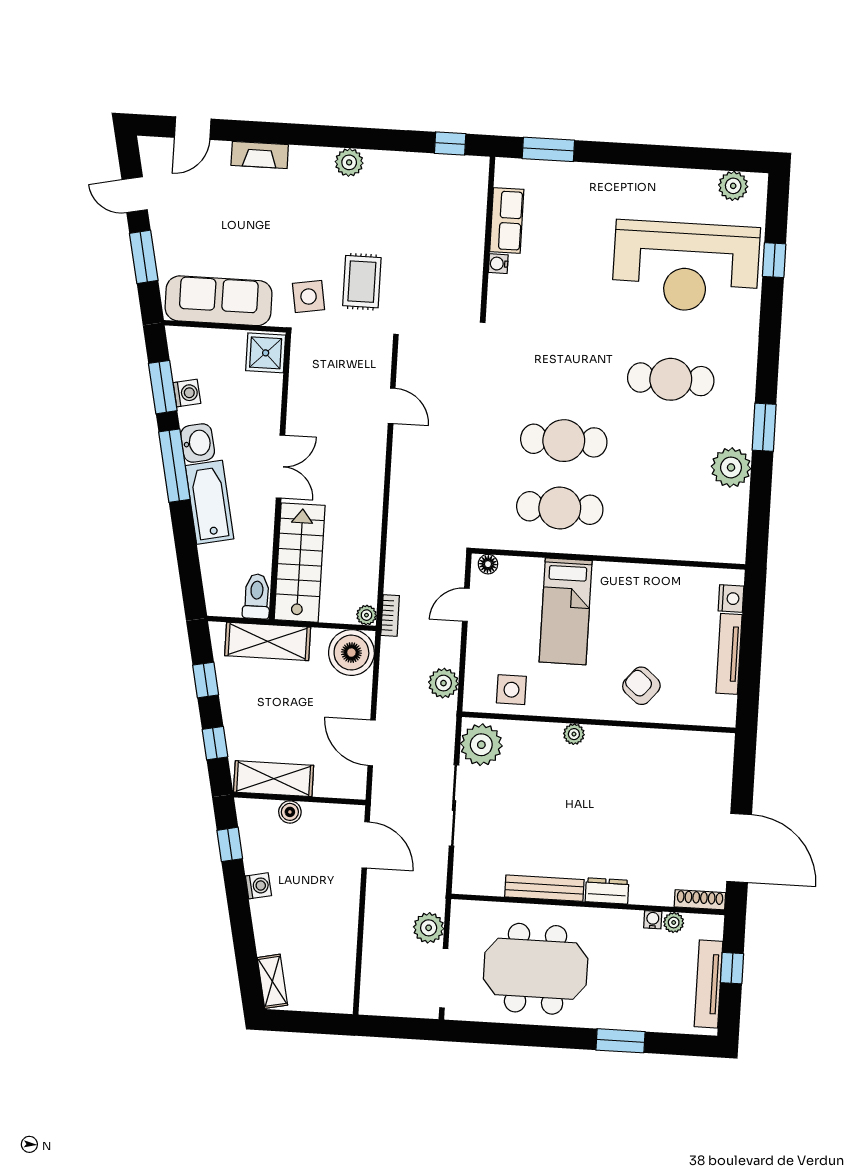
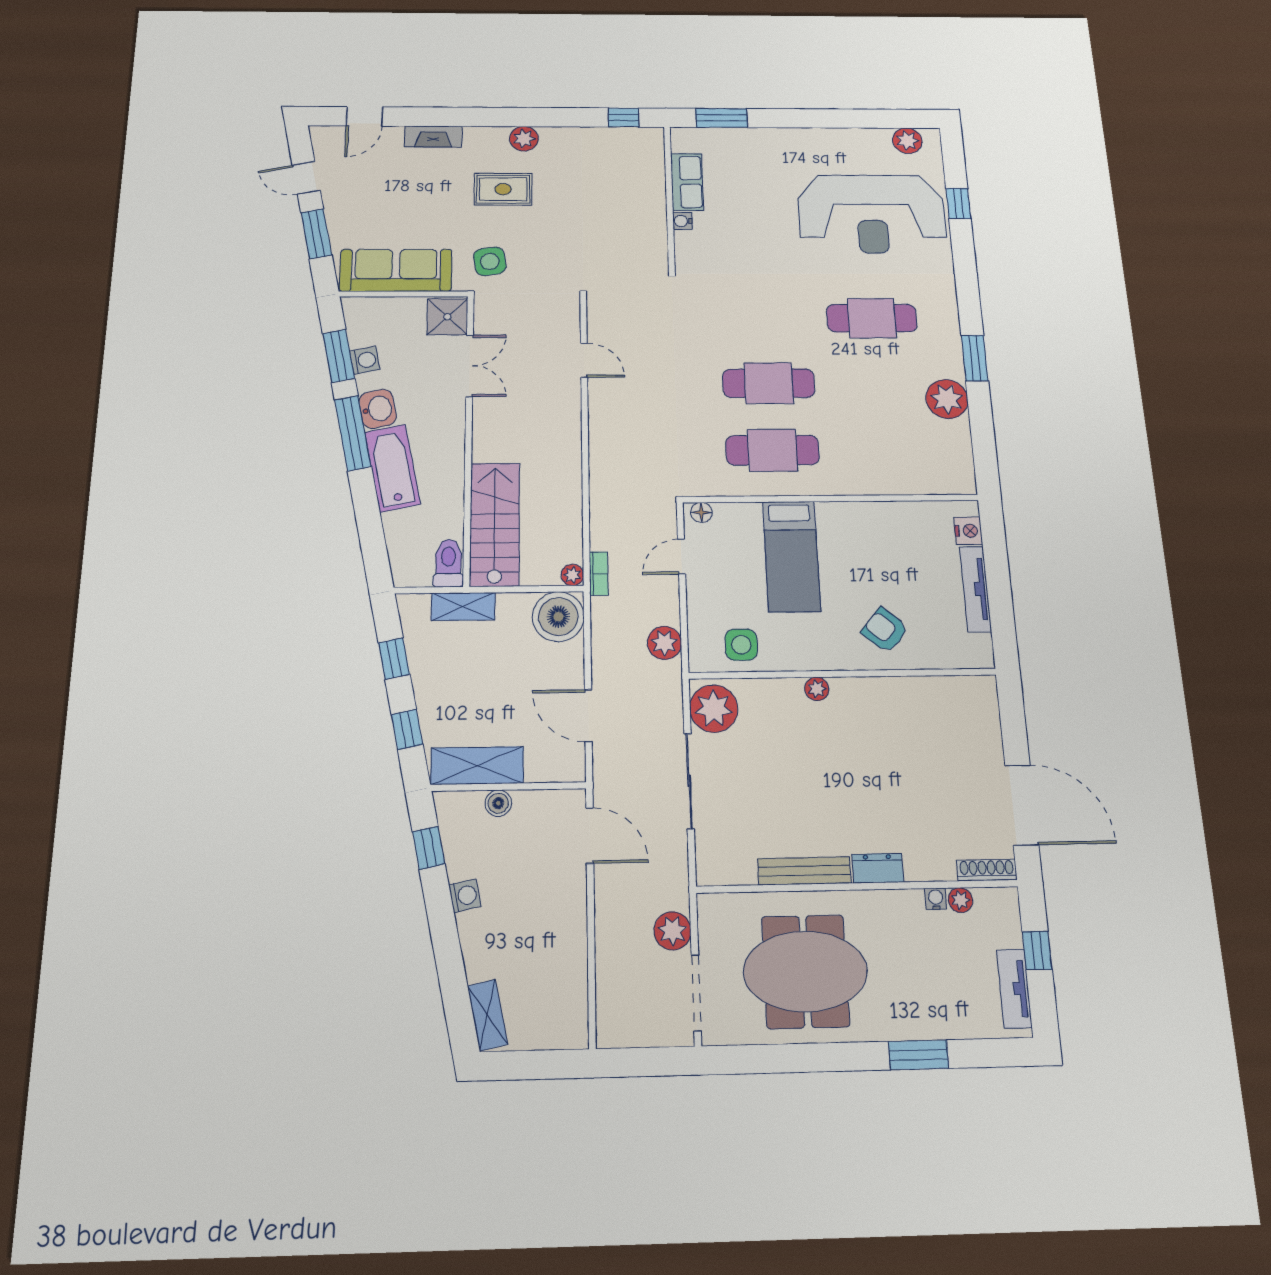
rug: (362, 282) -> (503, 189), moved, turned 90
double door: (281, 467) -> (470, 366), moved
shelving: (268, 641) -> (463, 606), width x0.67, depth x0.75
tv unit: (708, 984) -> (1014, 989), width x0.71

